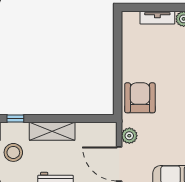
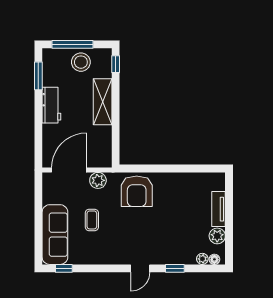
armchair: (140, 98) -> (137, 191), turned 90
coffee table: (168, 142) -> (92, 220), added

